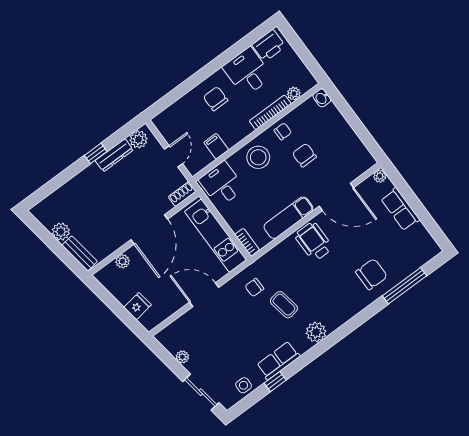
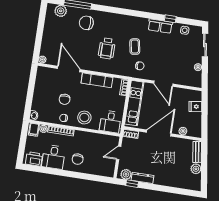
filing cabinet: (216, 146) -> (34, 130), moved
window: (96, 153) -> (132, 184), moved
row of seats: (400, 209) -> (48, 38), removed
wheelchair: (314, 241) -> (107, 48), moved
plant: (316, 332) -> (61, 11), moved

